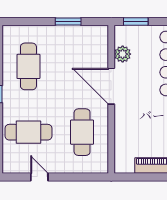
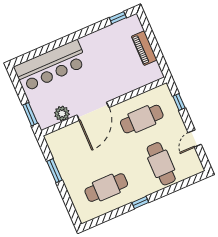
window: (83, 177) -> (179, 102), added

